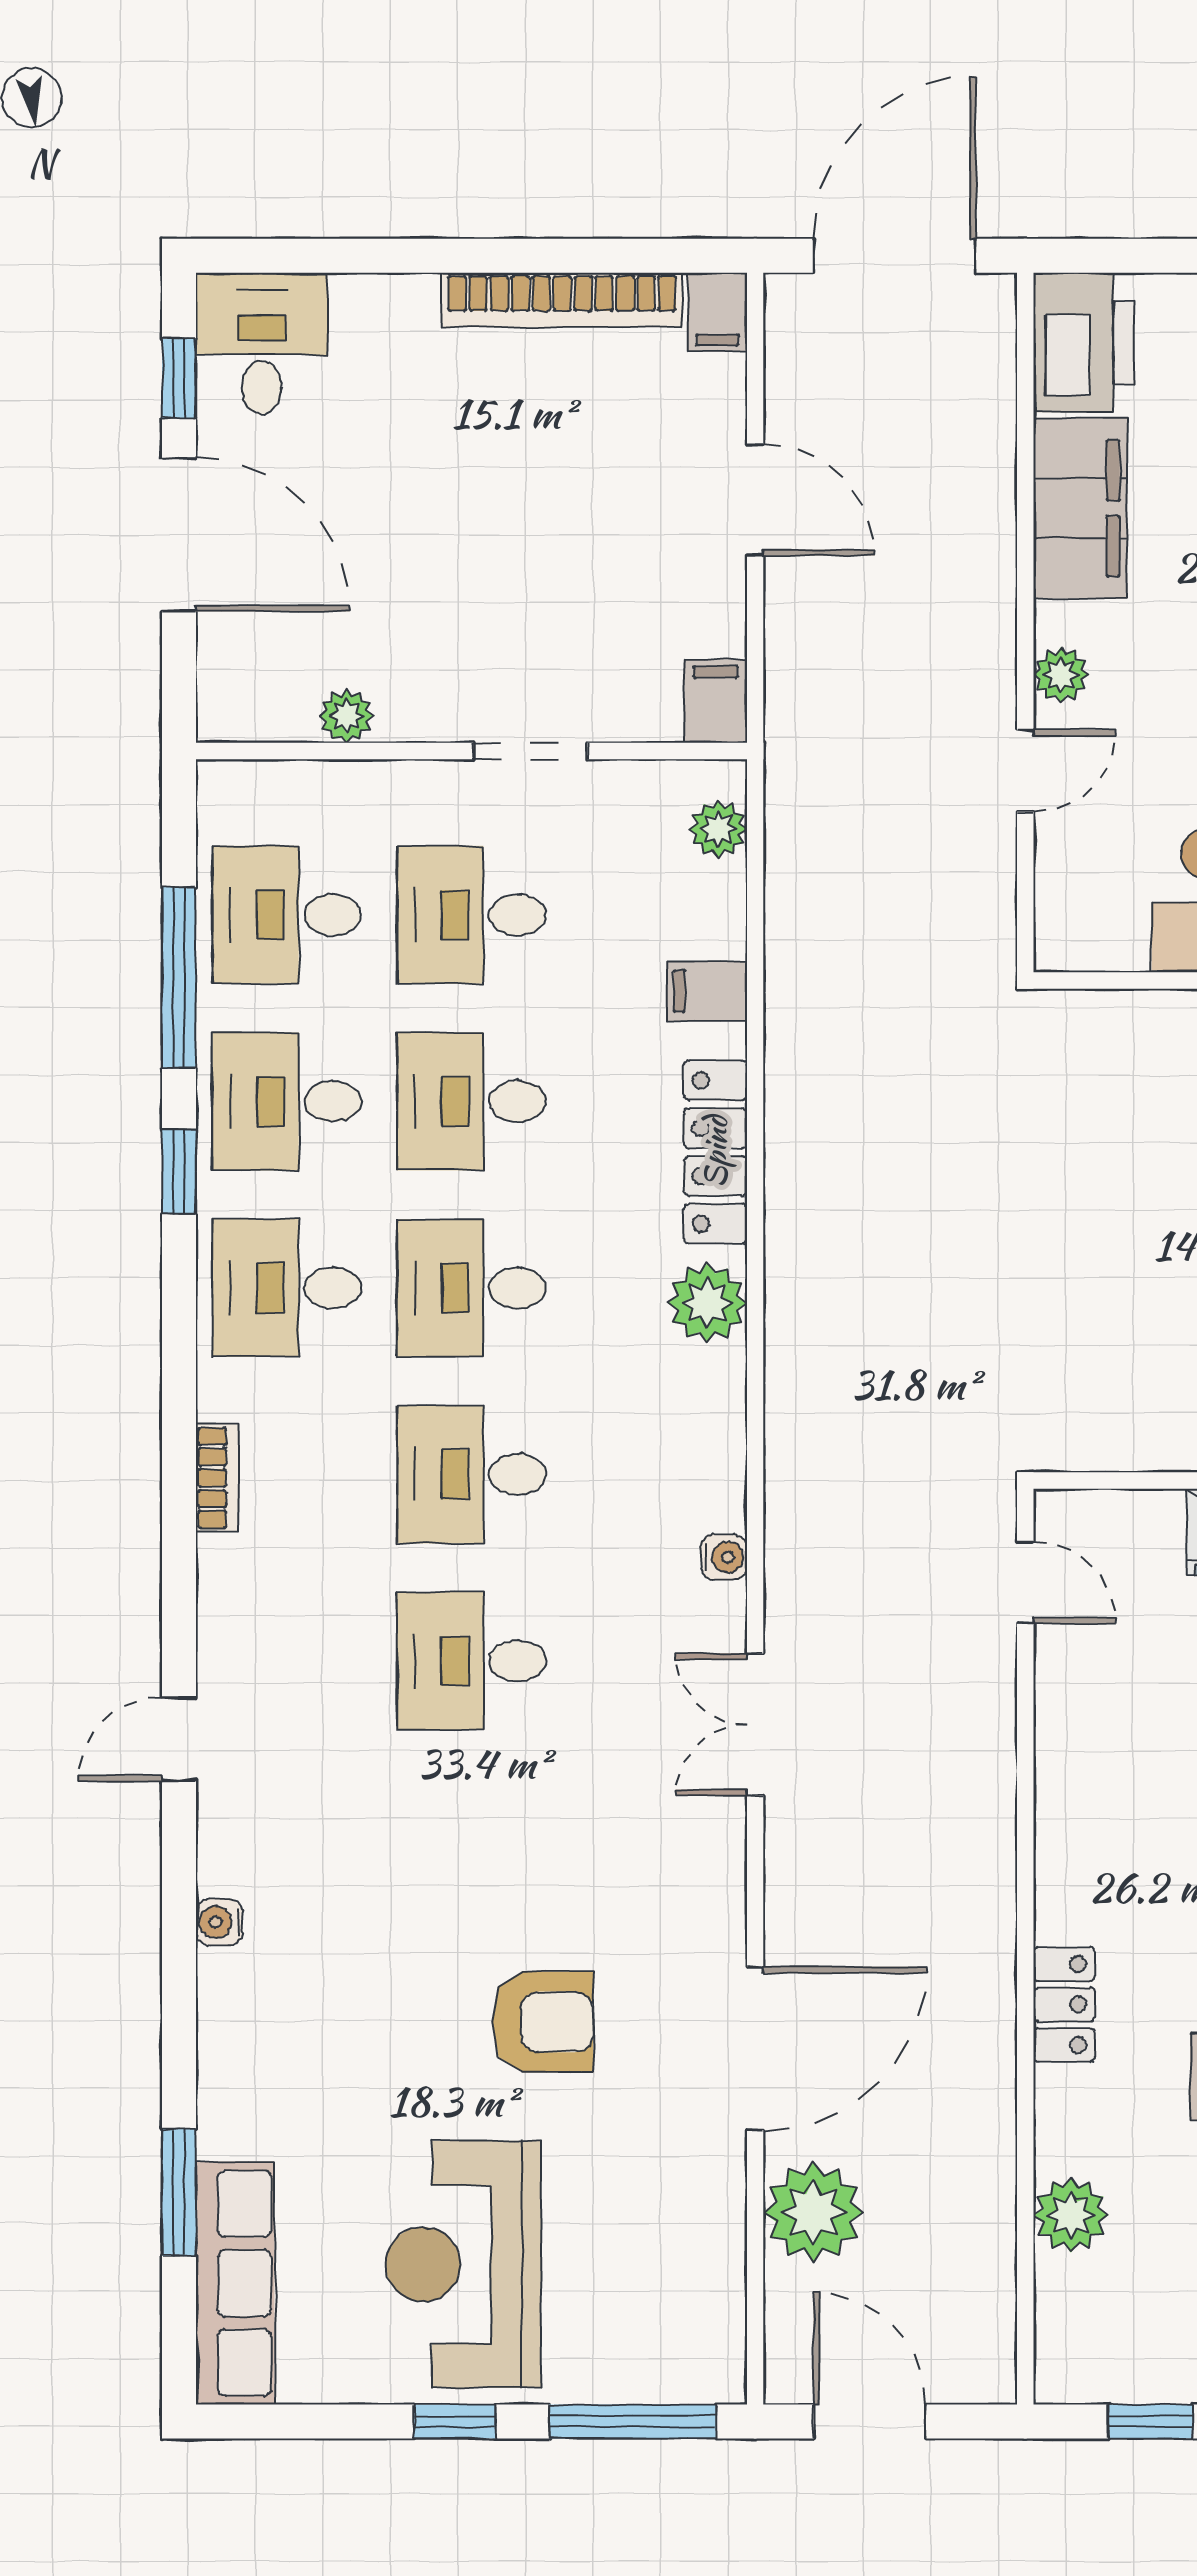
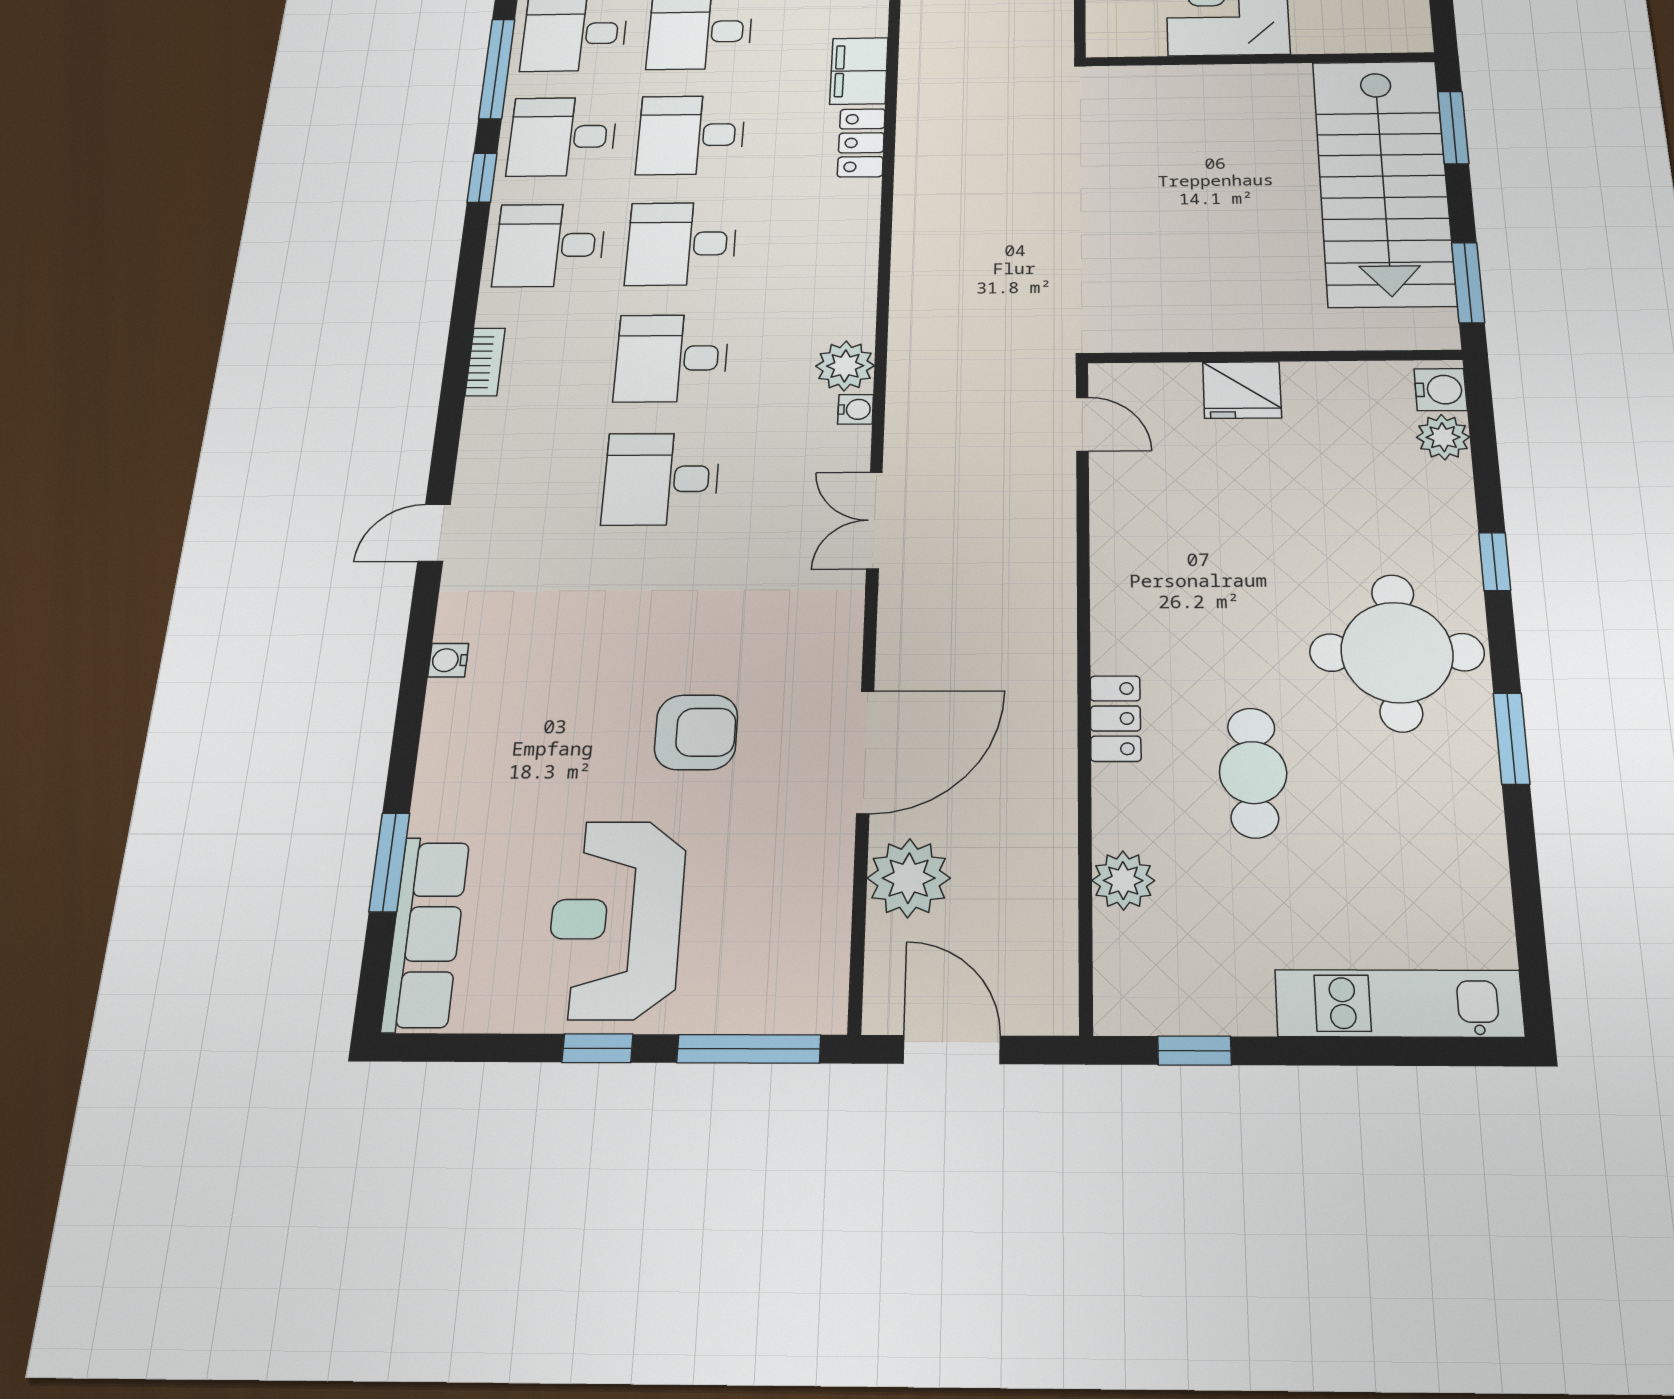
filing cabinet: (707, 991) -> (859, 71), width x2.00
locker: (715, 1152) -> (861, 143), width x0.66
plant: (707, 1303) -> (845, 366), moved

